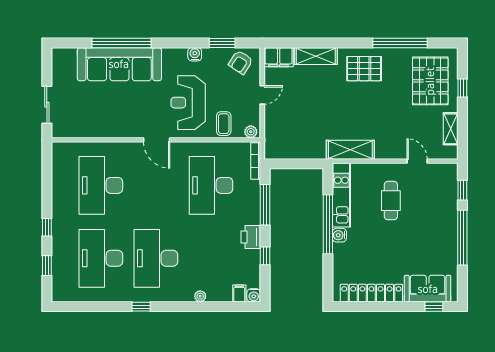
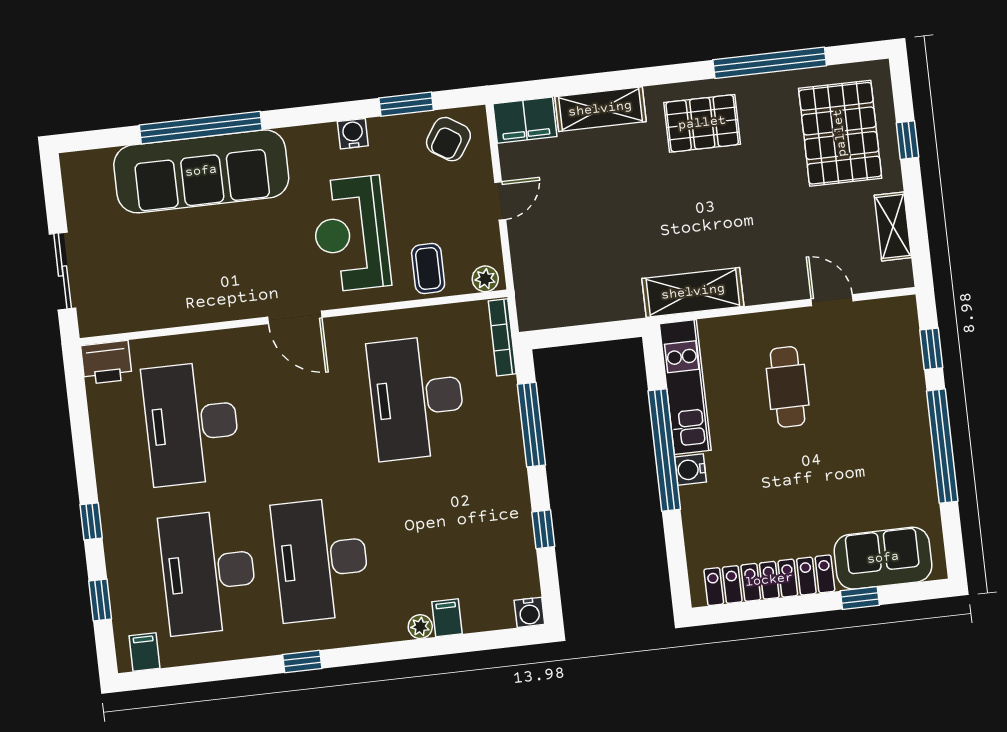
printer: (251, 237) -> (106, 362), moved, turned -90
filing cabinet: (66, 293) -> (145, 652), added
filing cabinet: (239, 293) -> (447, 618), moved
window: (434, 307) -> (860, 598), moved

